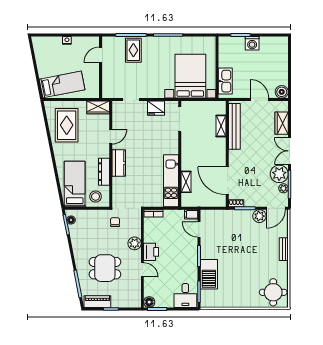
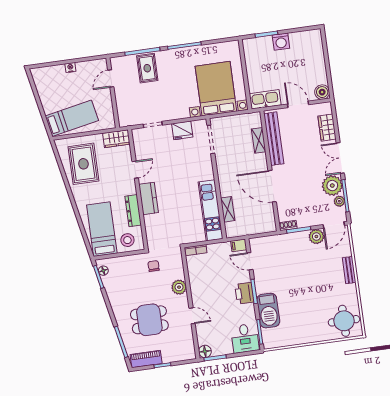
kitchen sink: (225, 81) -> (265, 99), moved, turned -90
door: (227, 181) -> (272, 186), moved
printer: (151, 252) -> (244, 293), moved, turned 180

